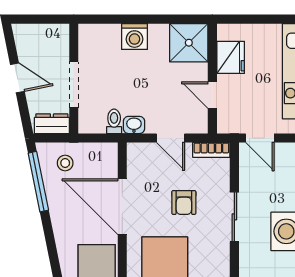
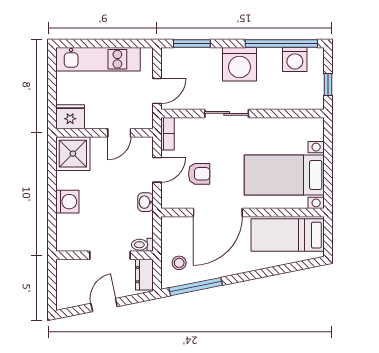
fridge: (231, 57) -> (70, 117), moved
toilet: (114, 121) -> (142, 245), moved
armchair: (184, 202) -> (199, 174), moved

